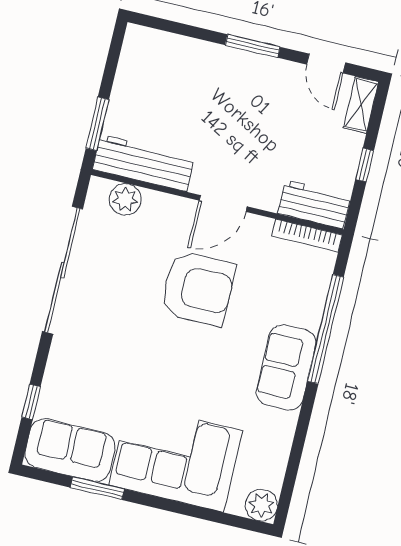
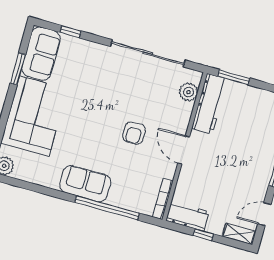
workbench: (314, 205) -> (188, 216), moved, turned -90
armchair: (198, 288) -> (134, 133), width x0.53, depth x0.53

